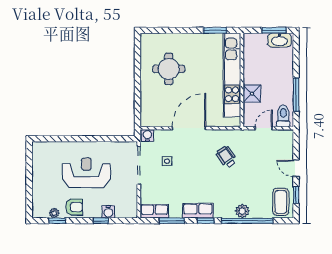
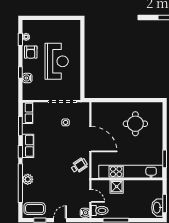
water cooler: (147, 136) -> (85, 213), moved
wheelchair: (226, 157) -> (79, 166), moved

